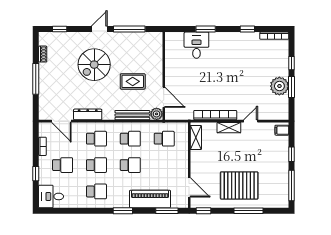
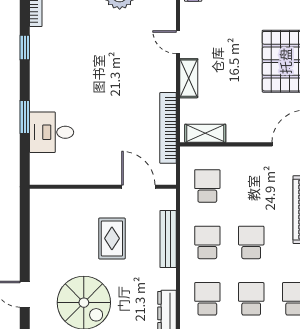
window: (129, 29) -> (25, 244), removed
door: (164, 97) -> (138, 187), hinge flipped
plant: (157, 114) -> (166, 199), removed
bookcase: (215, 115) -> (168, 128), moved

